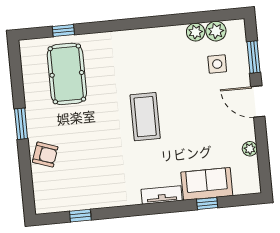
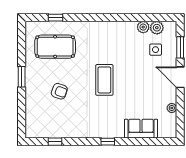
pool table: (67, 74) -> (55, 47), turned 90
armchair: (45, 155) -> (59, 91), moved
tv unit: (162, 195) -> (110, 133), removed
window: (207, 203) -> (108, 142), moved

